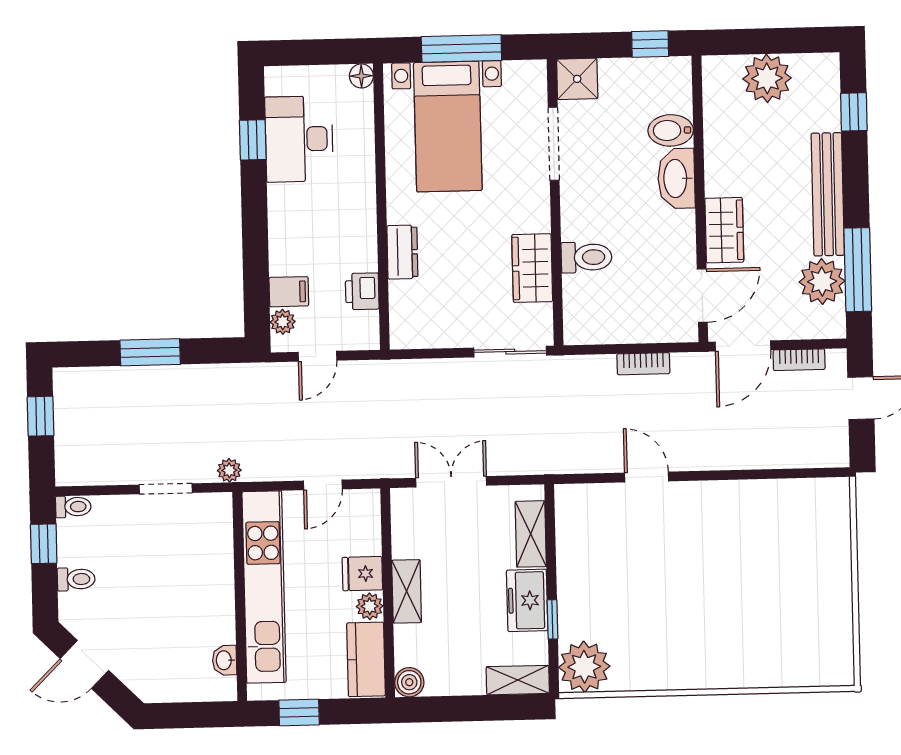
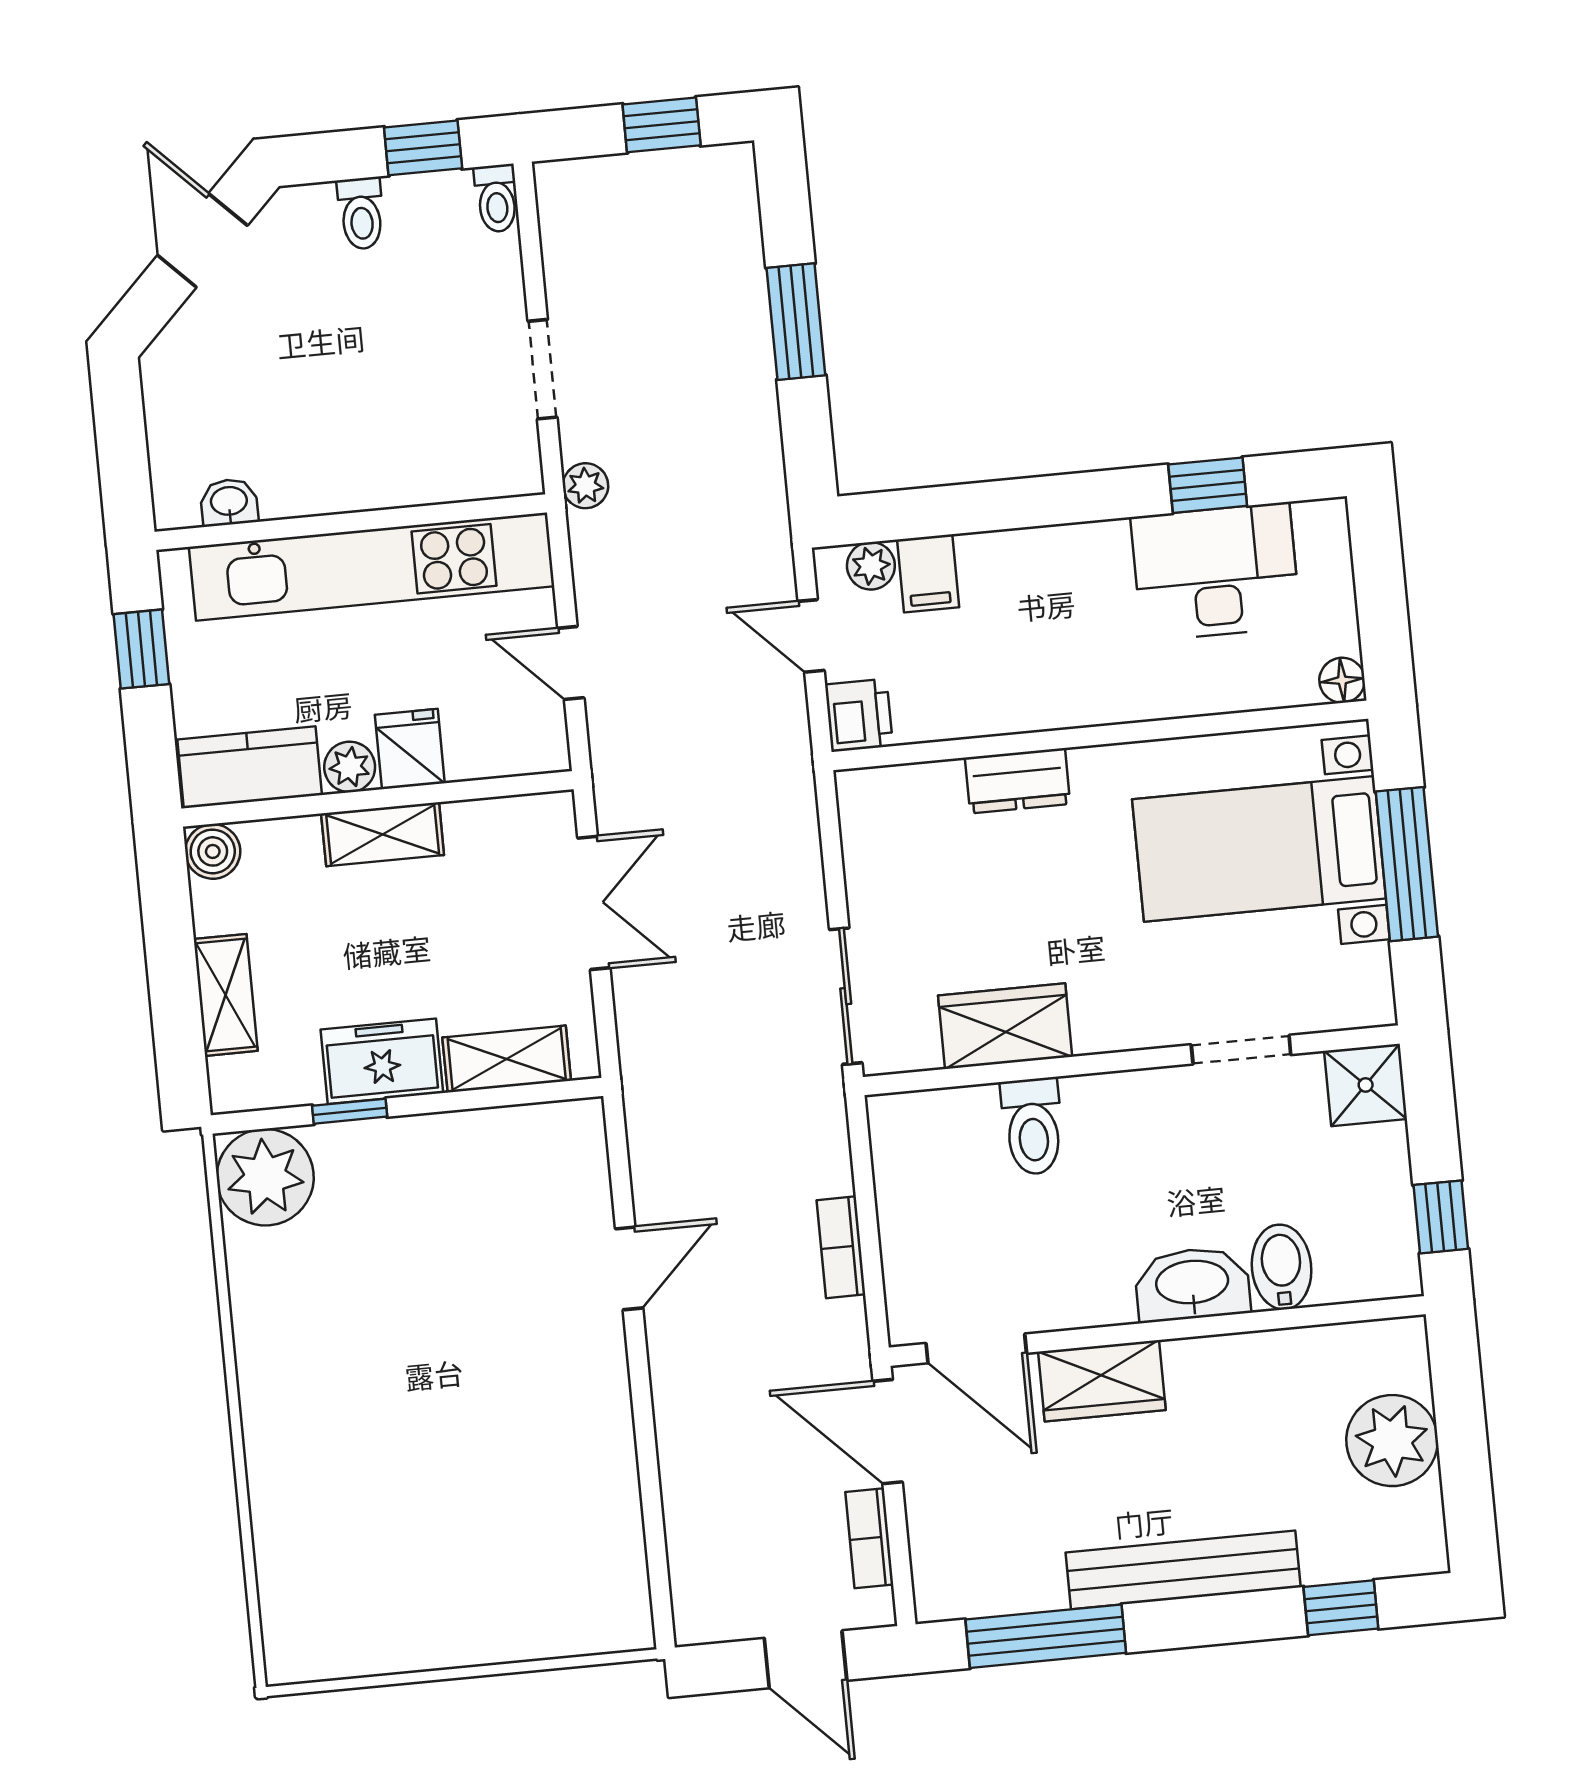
doorway: (554, 144) -> (1241, 1050), width x0.73
plant: (822, 281) -> (1019, 1571), removed
printer: (362, 291) -> (859, 715), moved, turned 90
shelving: (518, 680) -> (226, 995), moved

